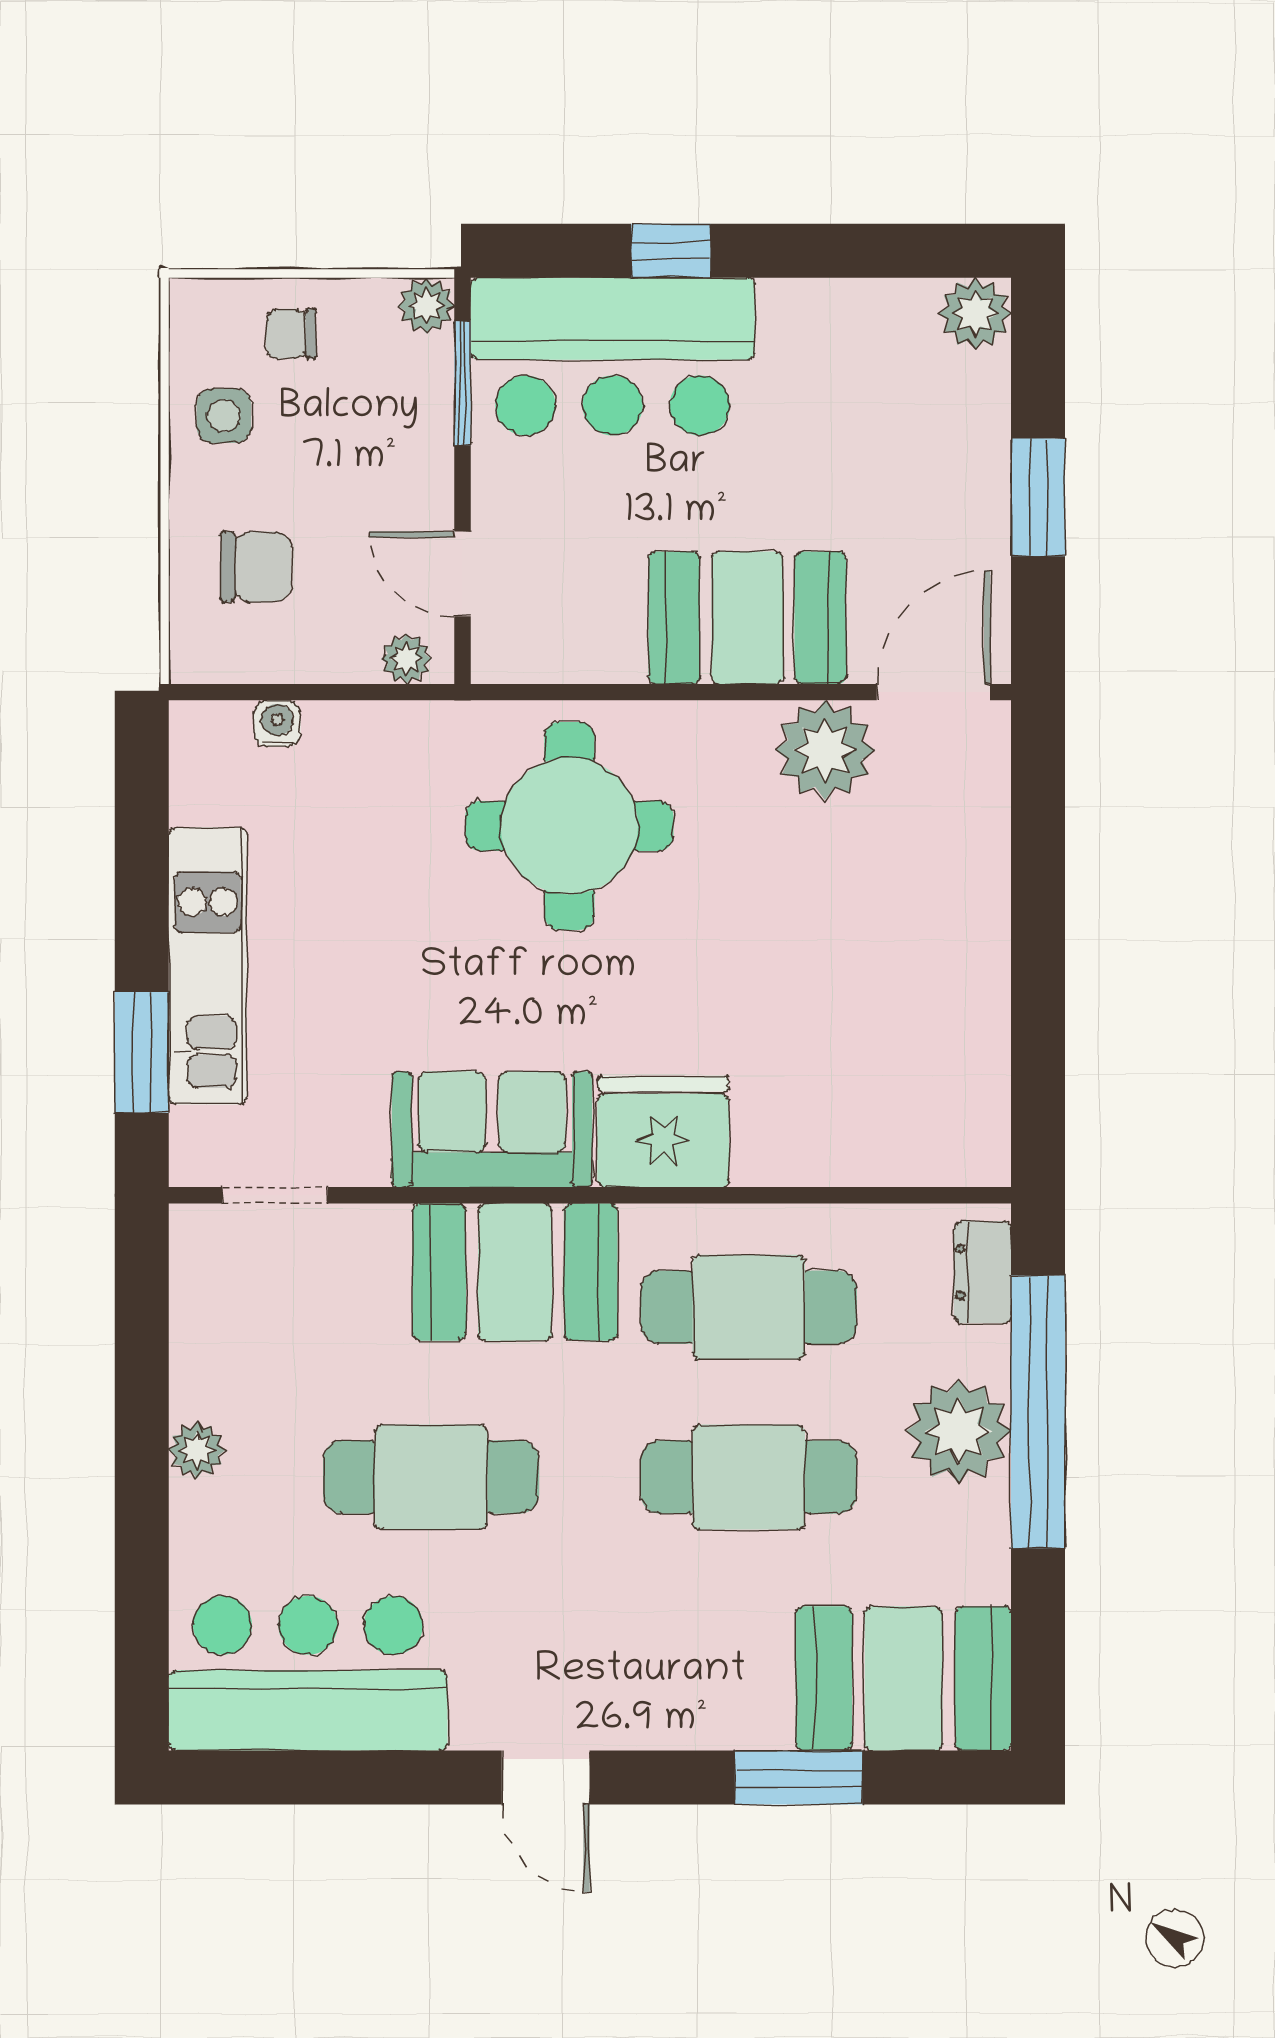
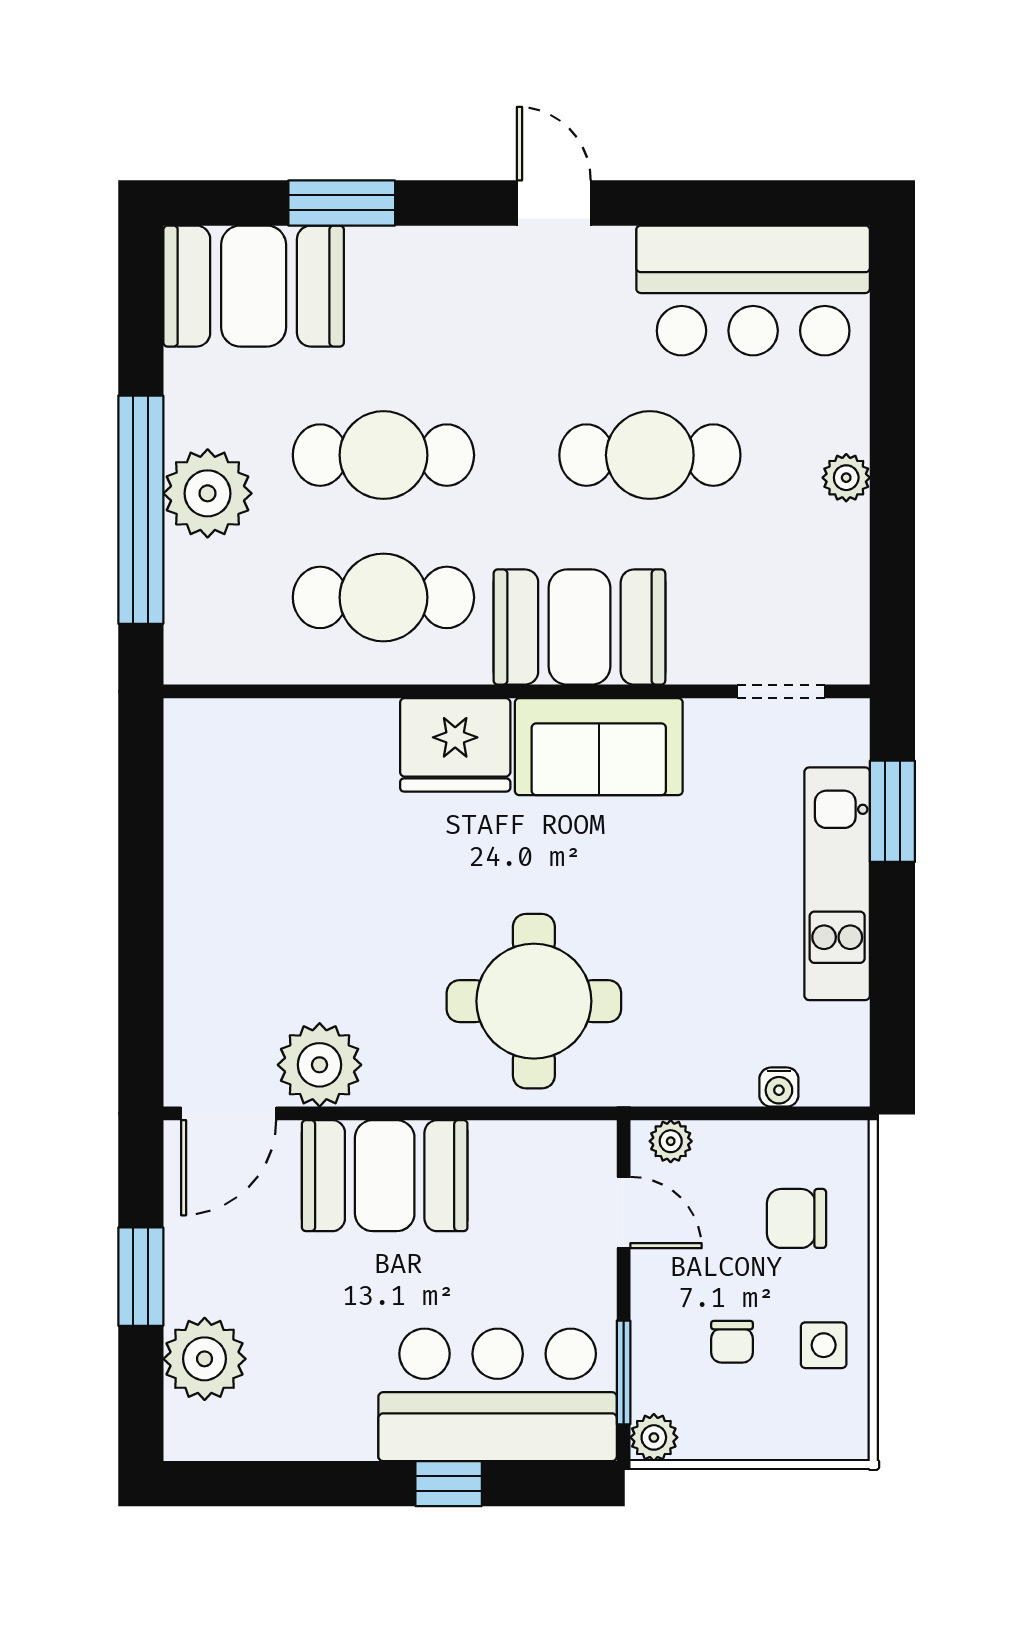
plant: (975, 314) -> (205, 1359), moved, width x1.36, depth x1.36
chair: (291, 334) -> (732, 1342), moved, turned 90
dresser: (983, 1272) -> (187, 627), removed

